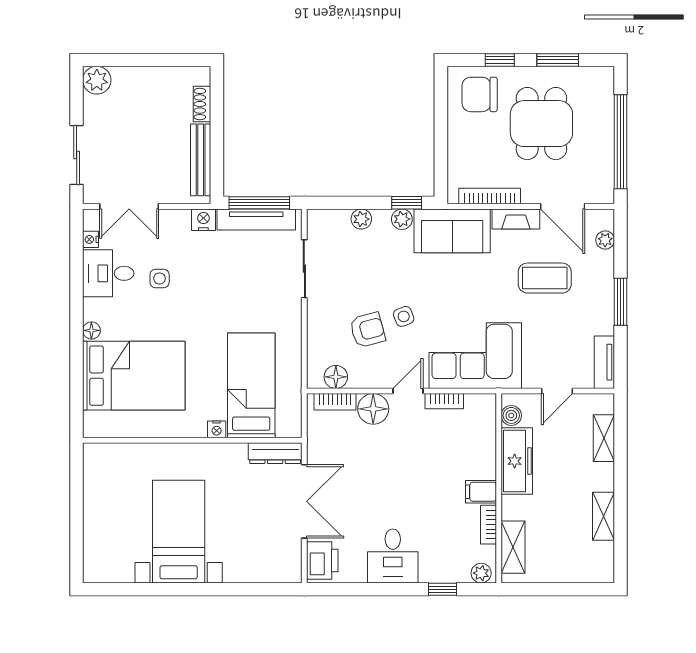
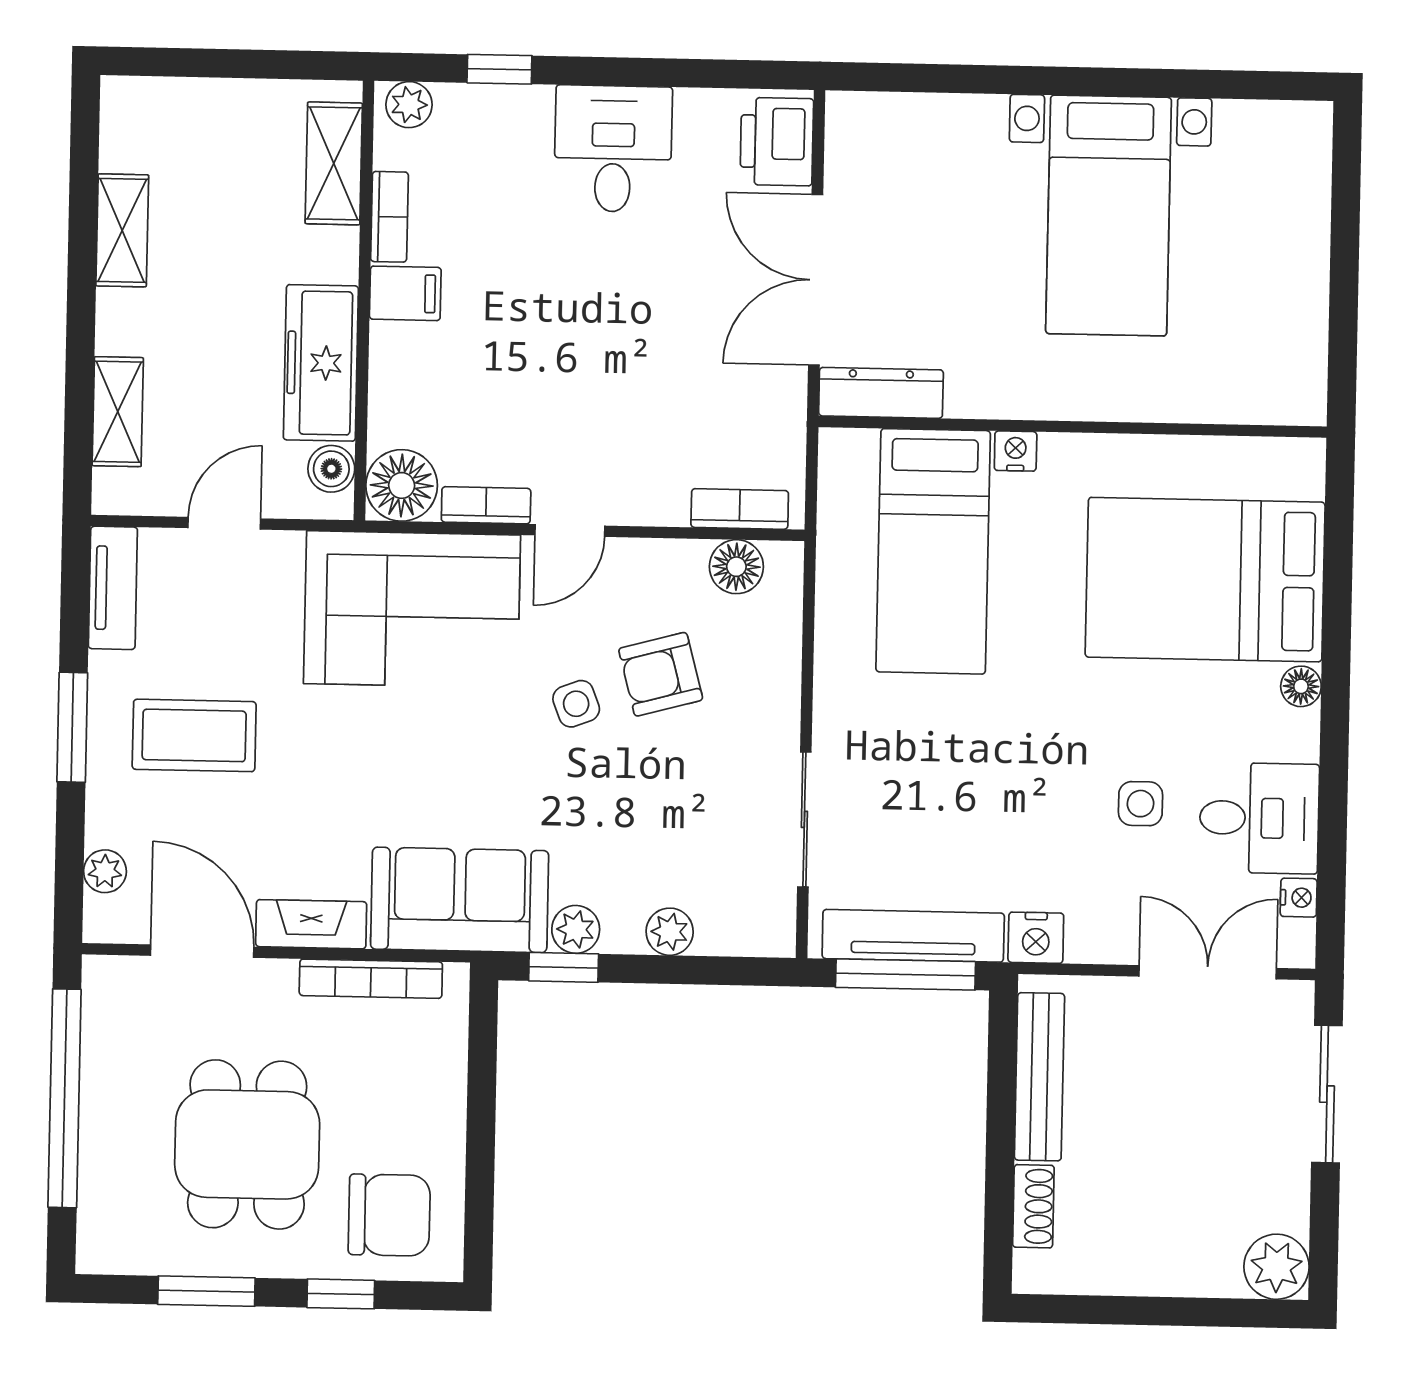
coffee table: (545, 278) -> (194, 735), moved
floor lamp: (373, 409) -> (402, 485), moved

